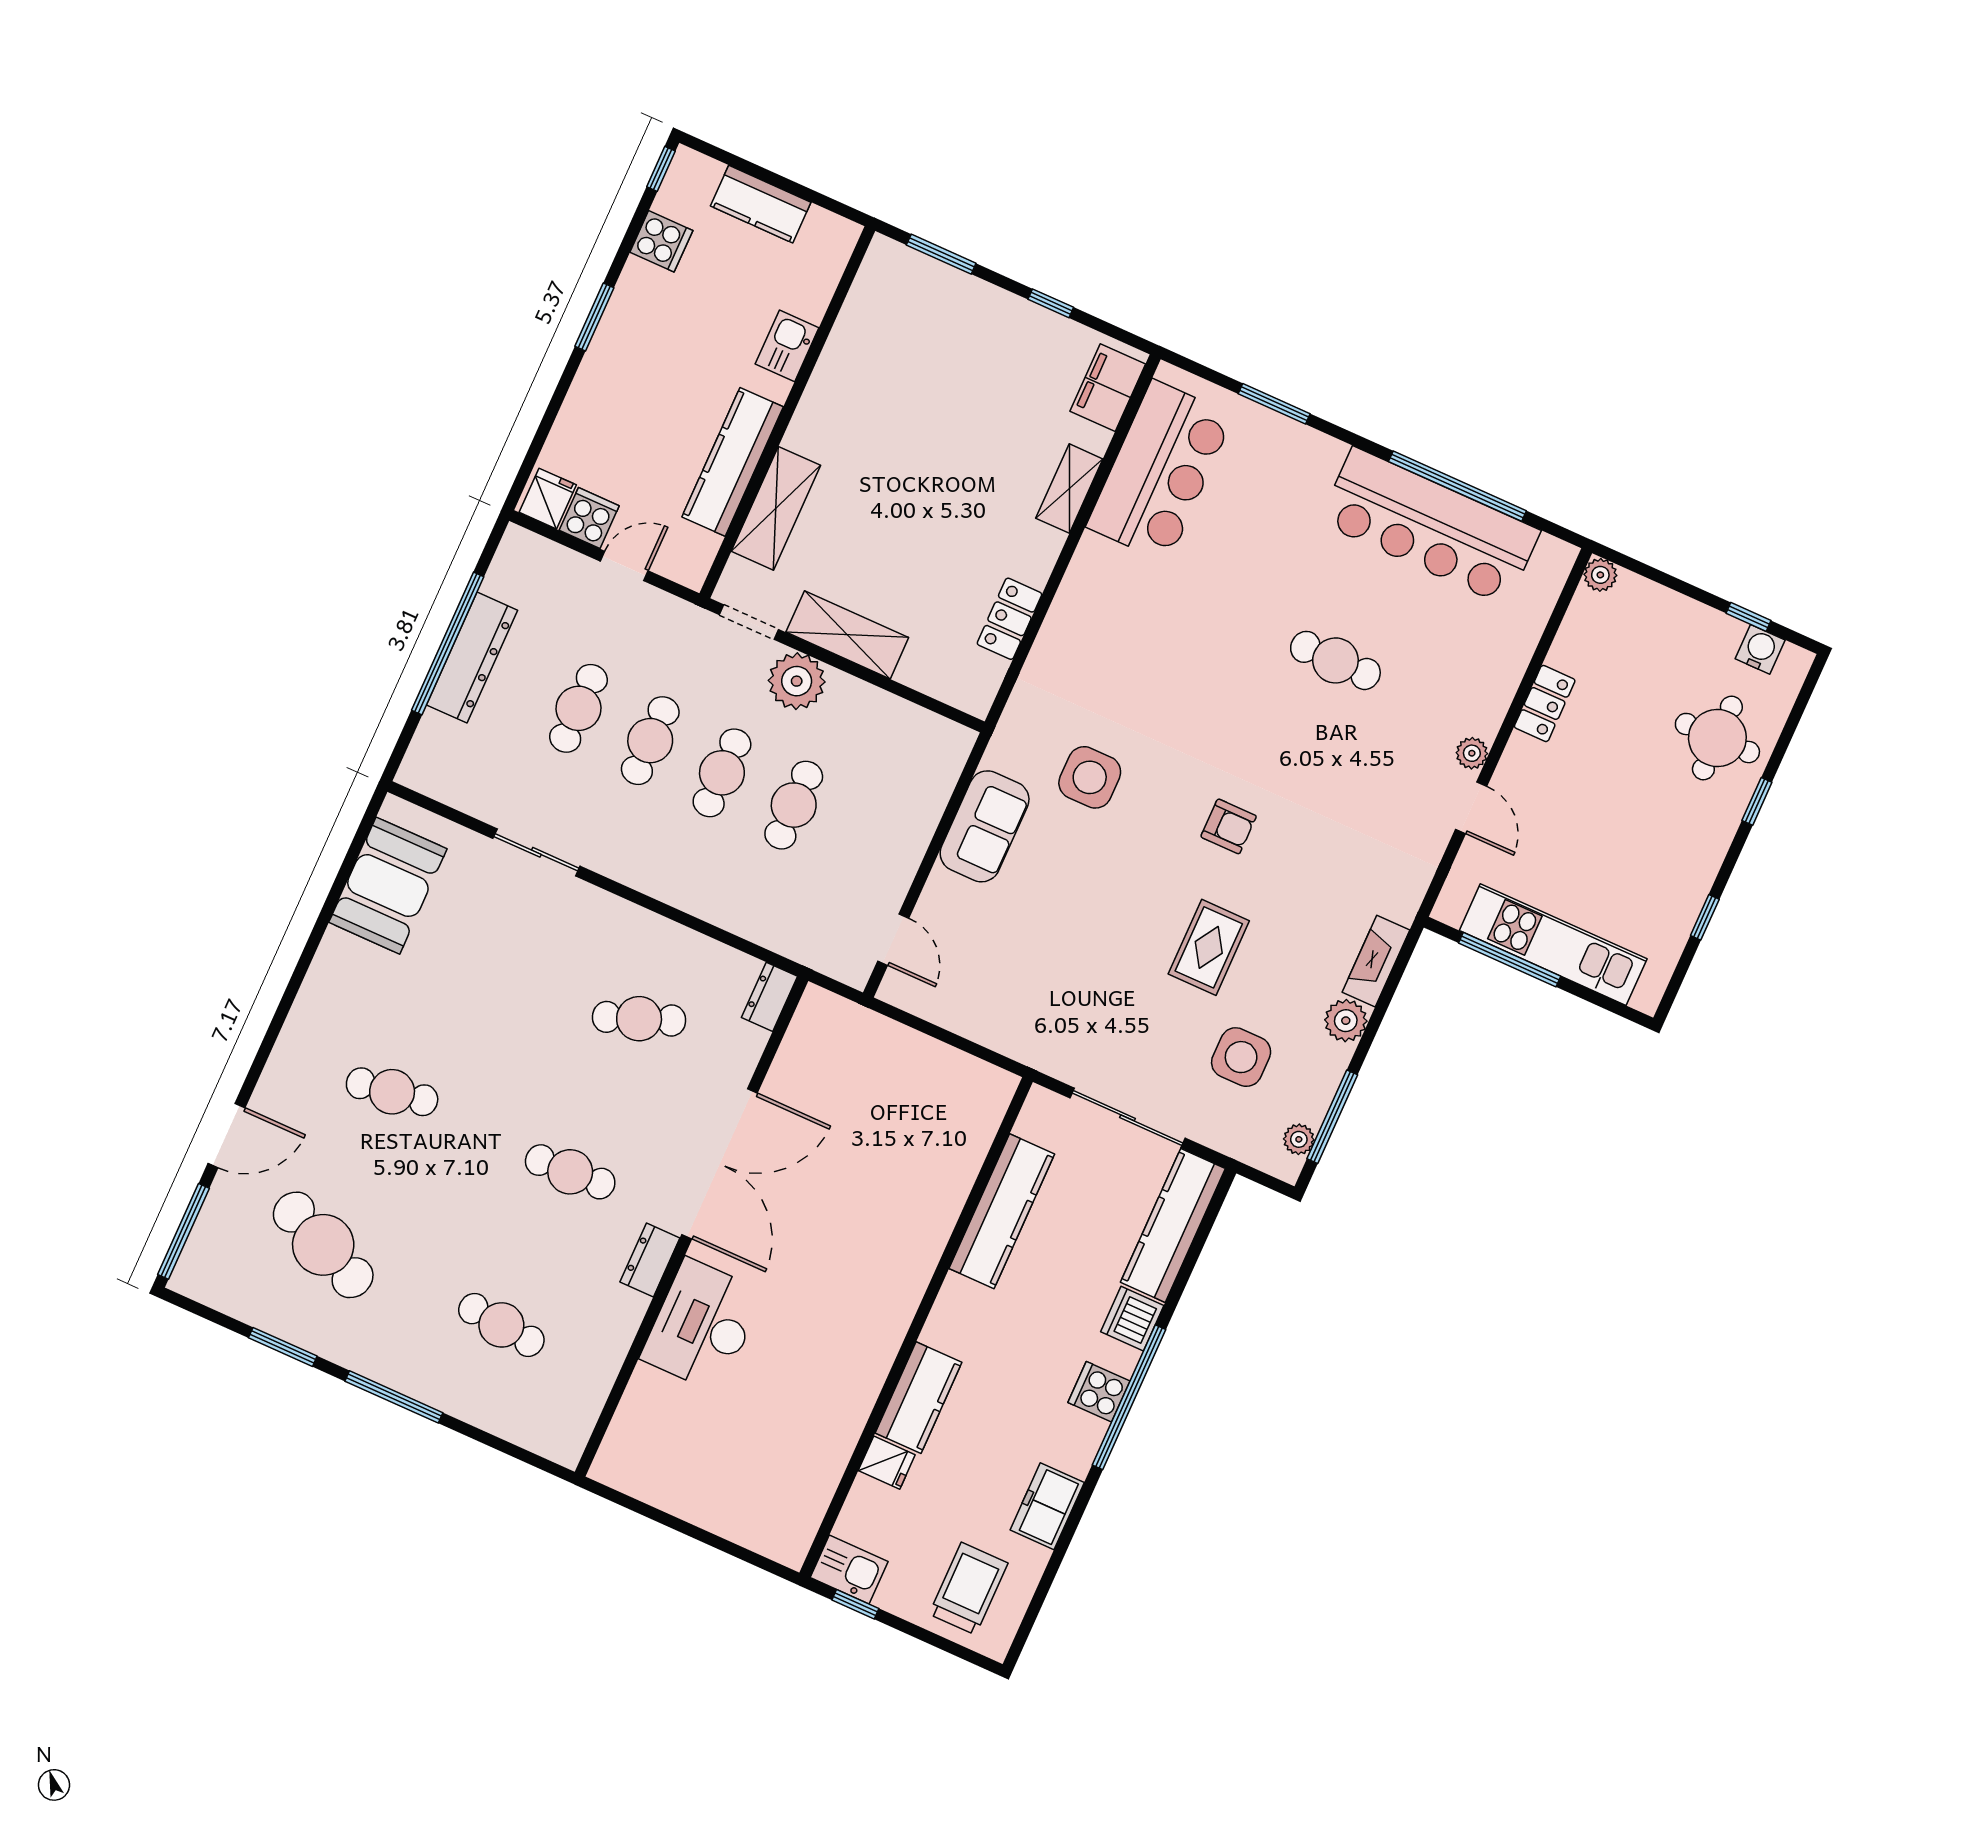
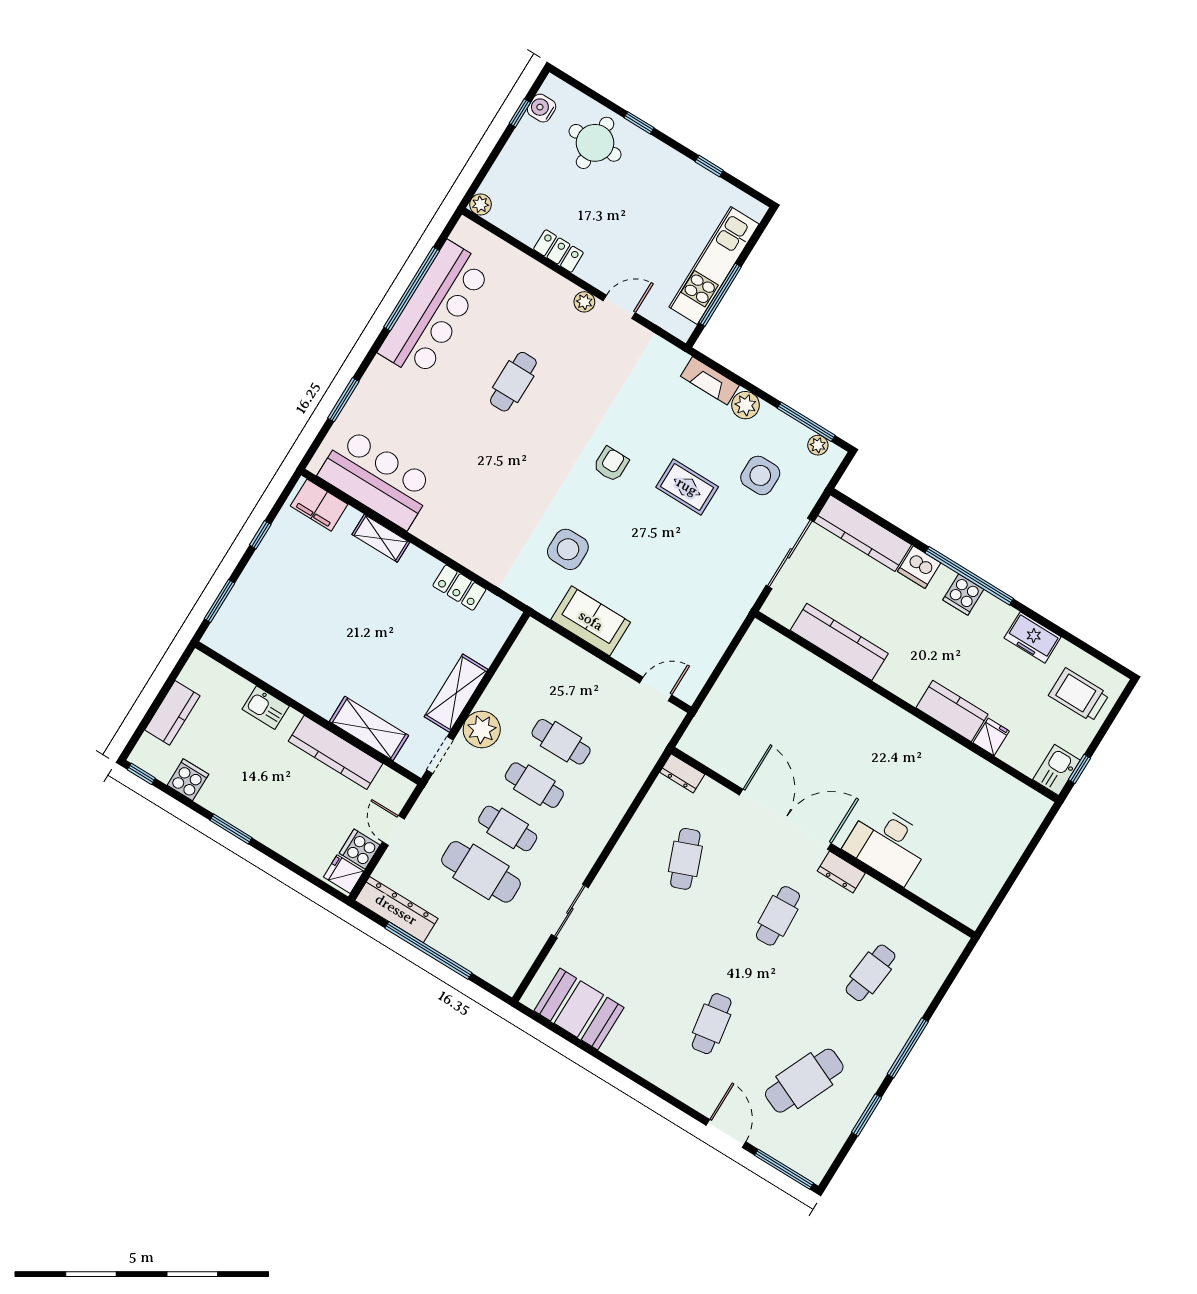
dresser: (472, 658) -> (396, 910), moved
cafe table: (579, 708) -> (481, 872), width x1.37, depth x1.35

